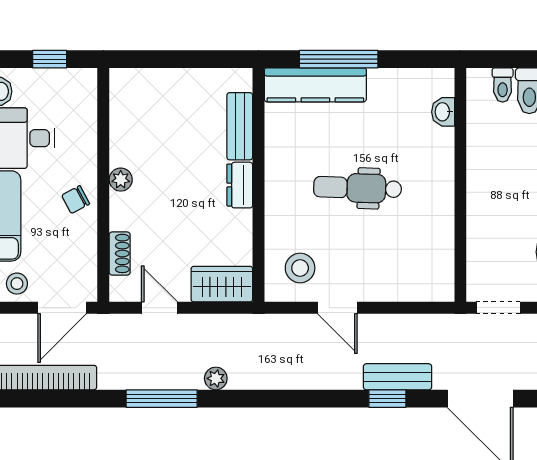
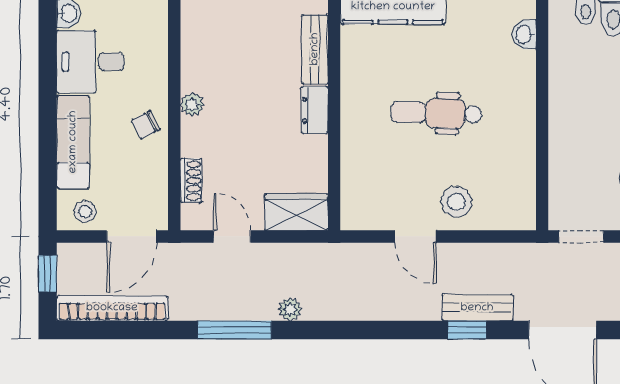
stool: (300, 268) -> (456, 202), moved

